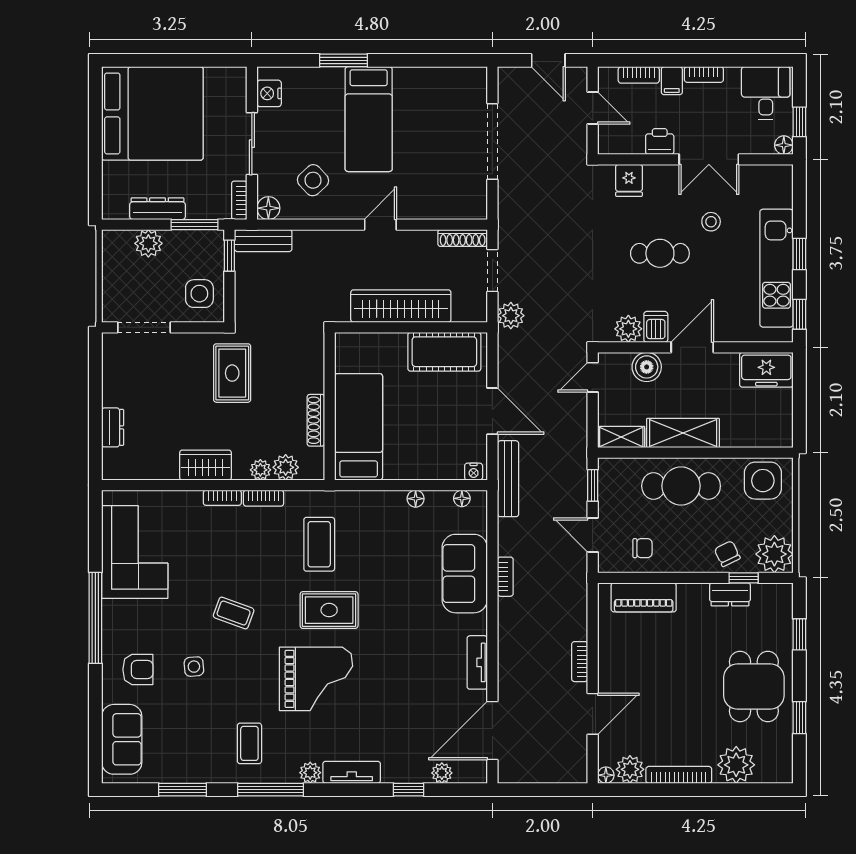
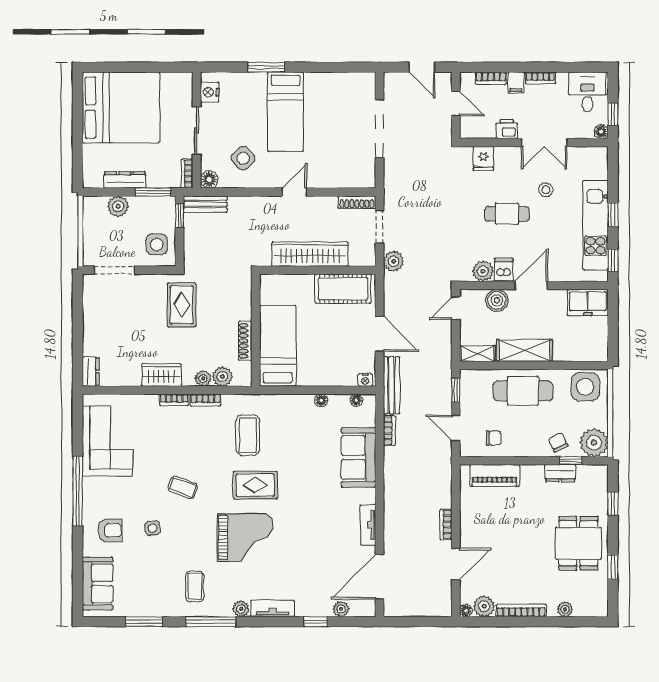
dresser: (113, 427) -> (91, 372), moved
bookcase: (505, 577) -> (389, 431), moved
plant: (736, 765) -> (565, 609), width x0.53, depth x0.53

